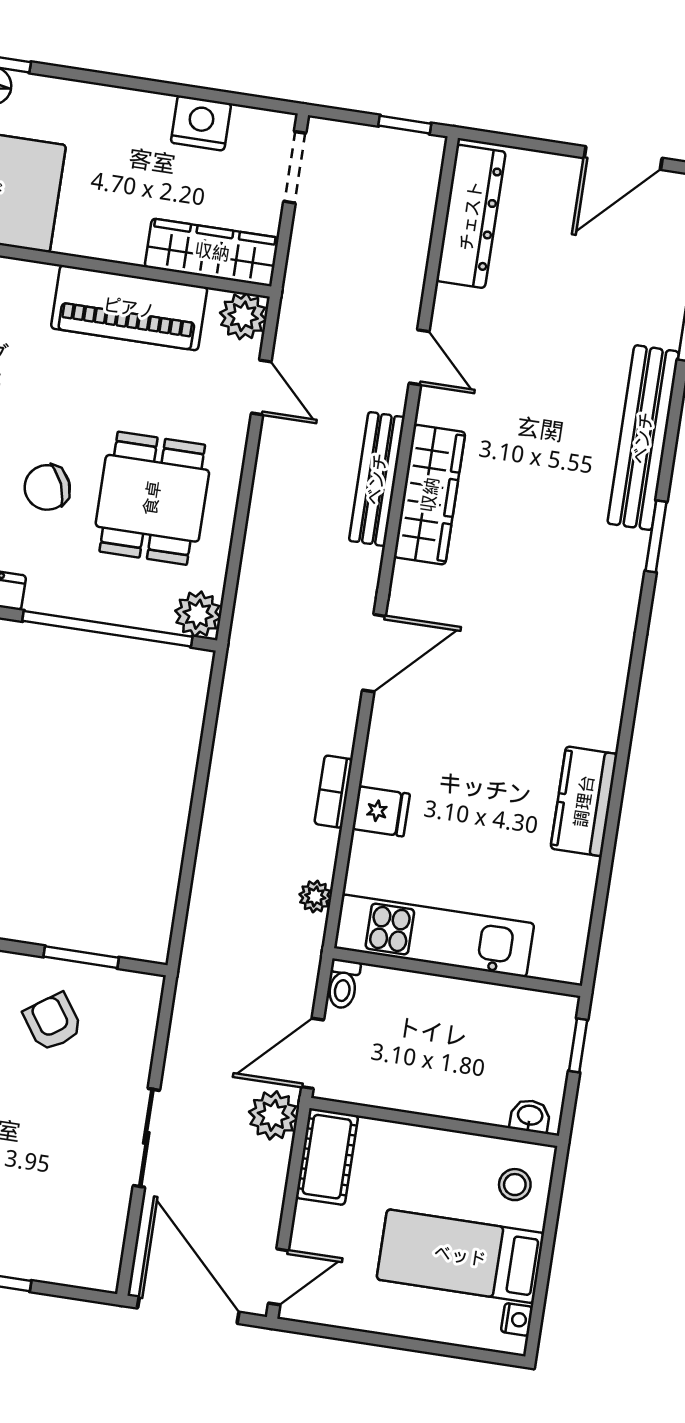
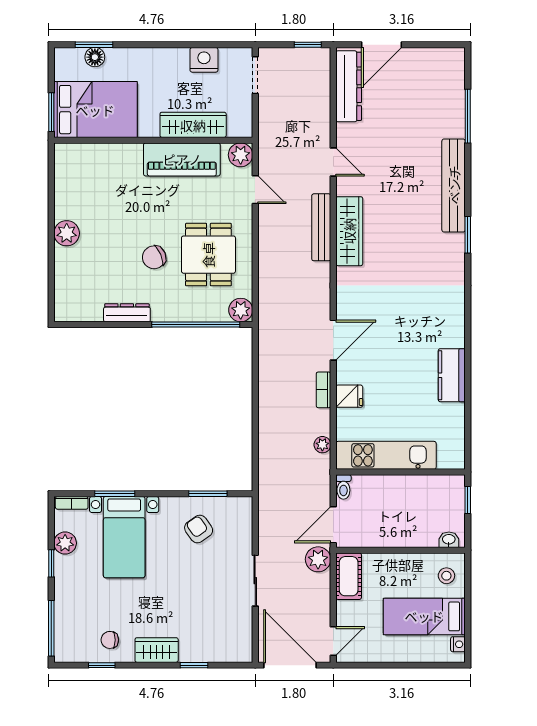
door: (623, 158) -> (381, 45), moved
wardrobe: (212, 252) -> (193, 125), moved
door: (374, 653) -> (333, 340), moved

